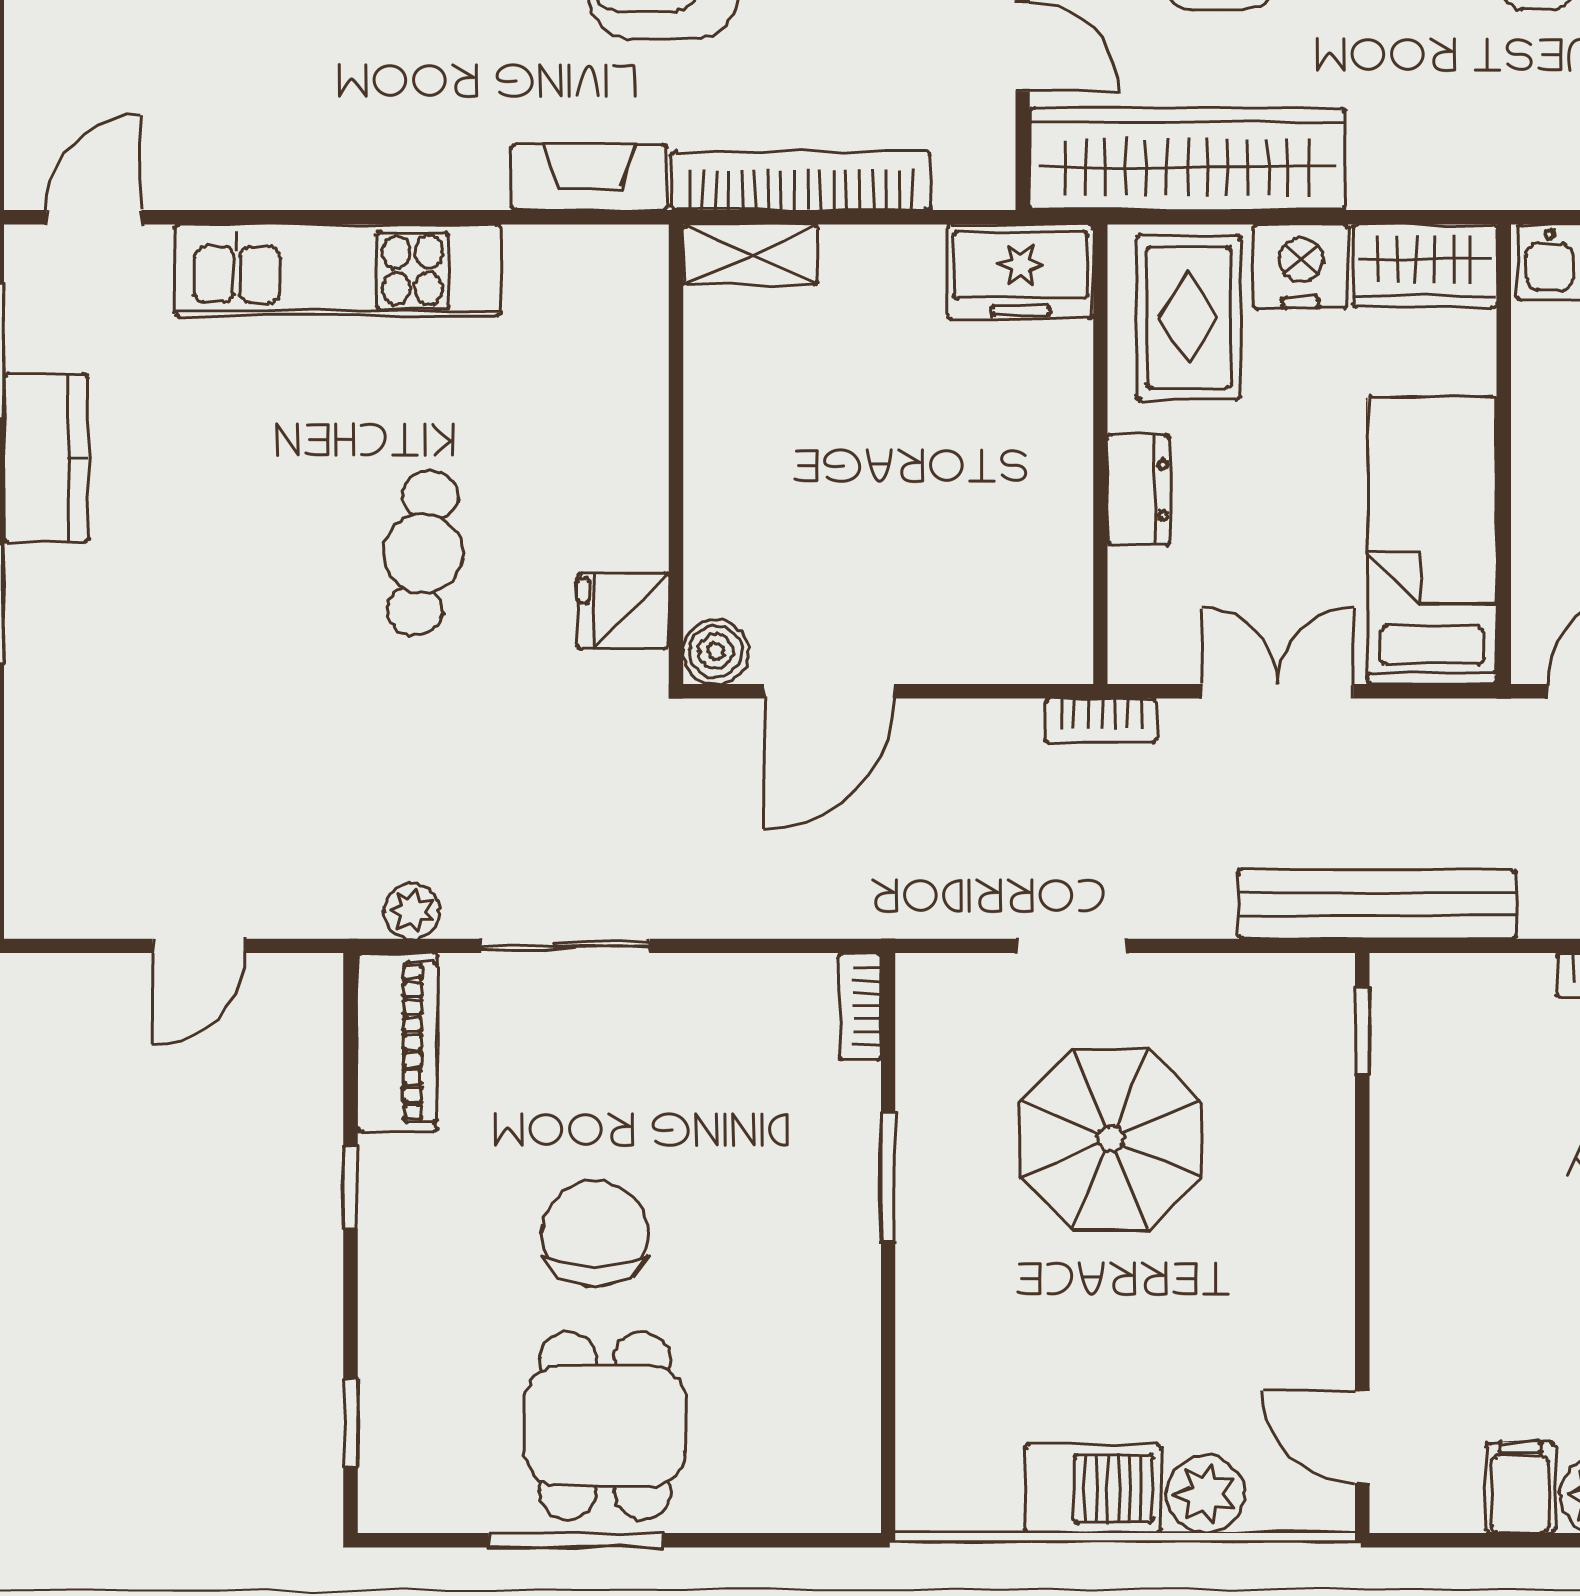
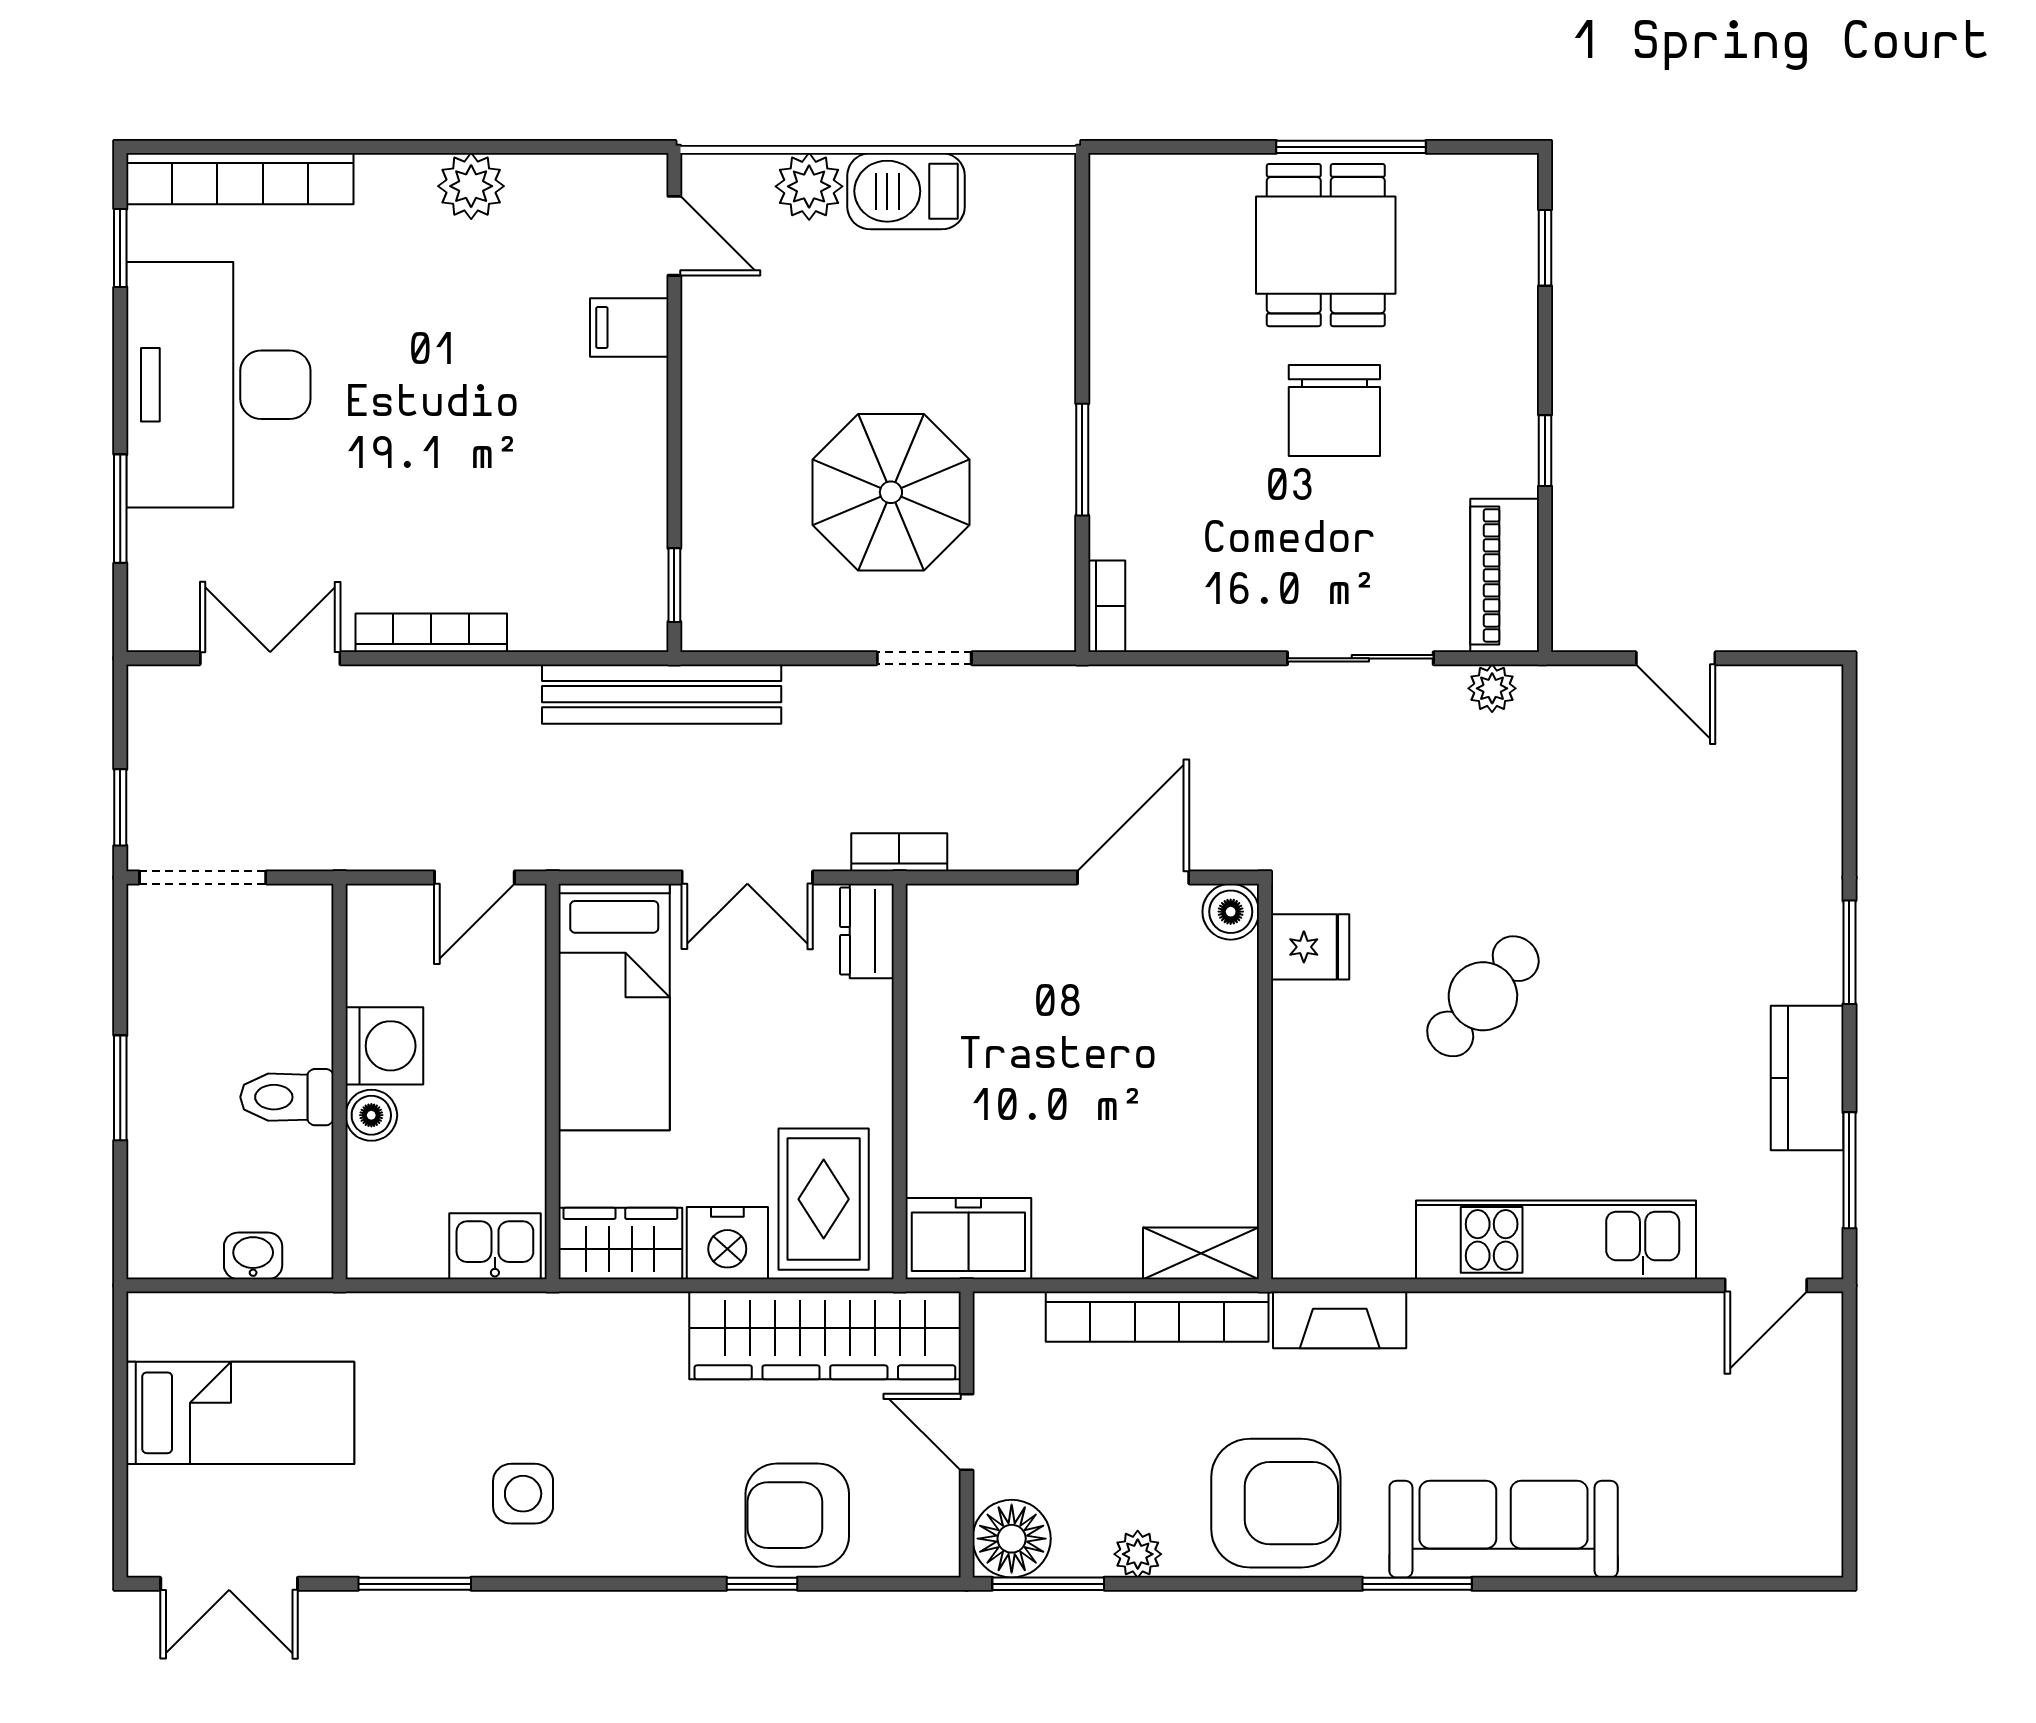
dresser: (1139, 490) -> (867, 931), moved
cafe table: (423, 553) -> (1483, 996), turned 33
door: (199, 946) -> (1676, 658), swing flipped
filing cabinet: (1520, 1488) -> (629, 327), moved, turned 90

